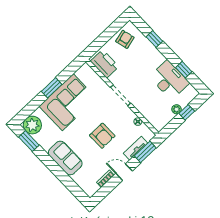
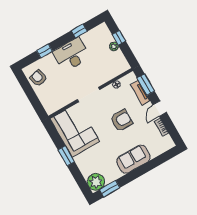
printer: (105, 64) -> (56, 102), removed
desk: (169, 80) -> (71, 55), moved
corner sofa: (68, 102) -> (75, 130), moved

